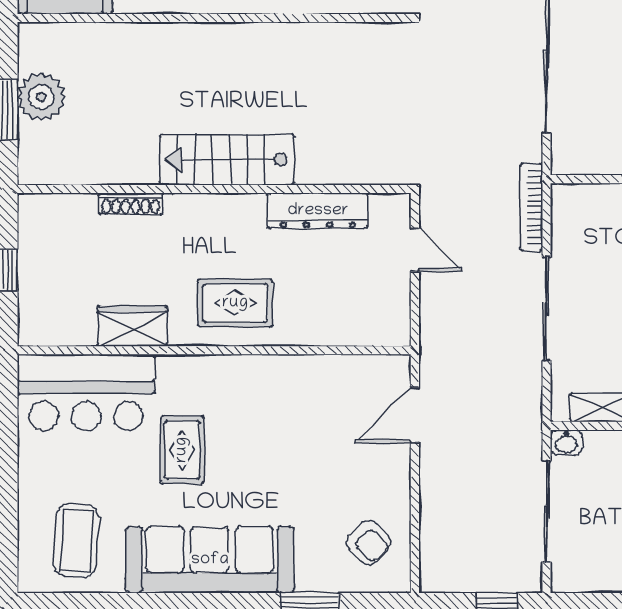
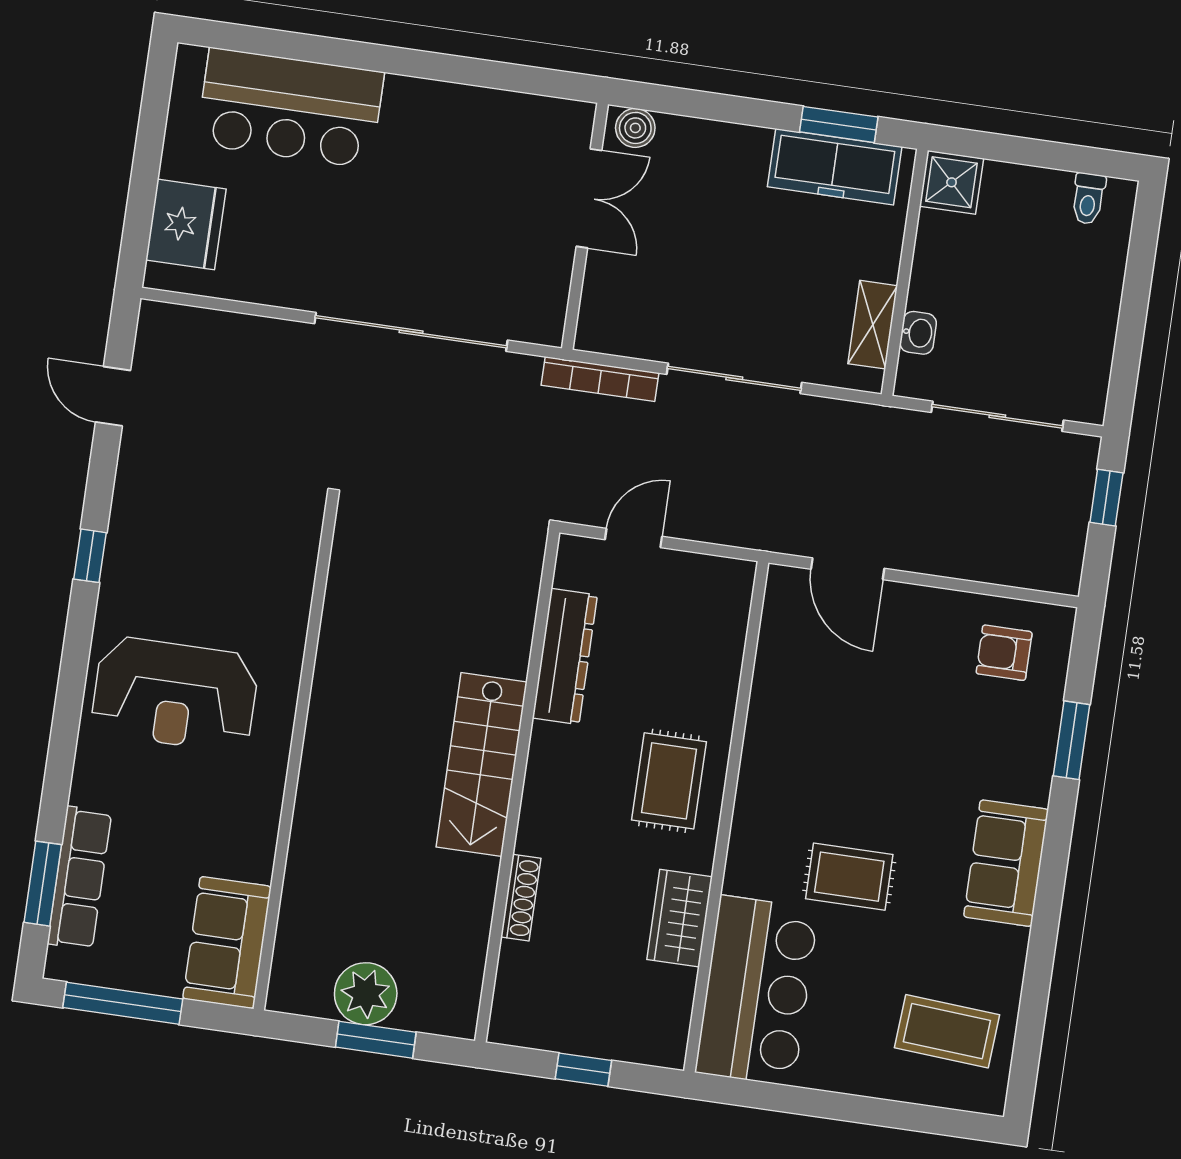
washbasin: (566, 443) -> (918, 333), moved
armchair: (368, 542) -> (1004, 653), turned -136
sofa: (210, 560) -> (1006, 863), width x0.54, depth x0.79

